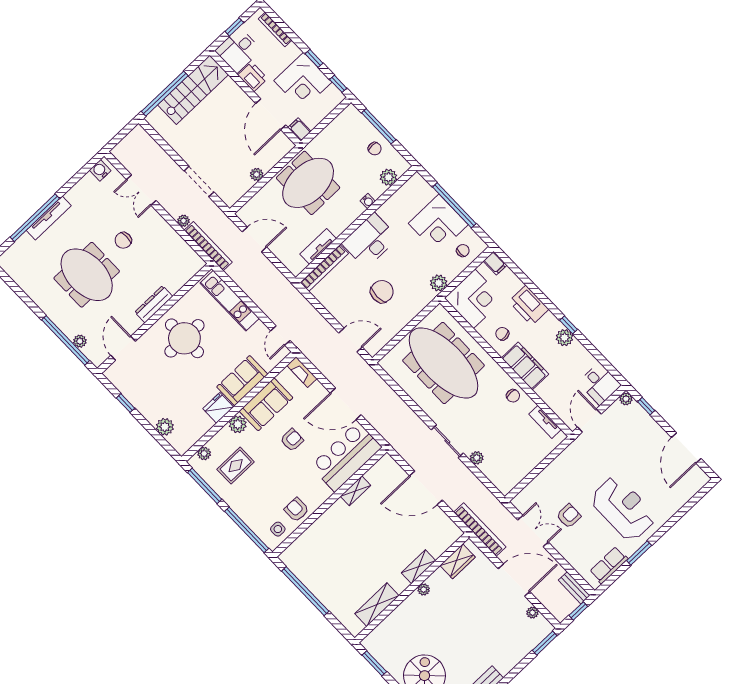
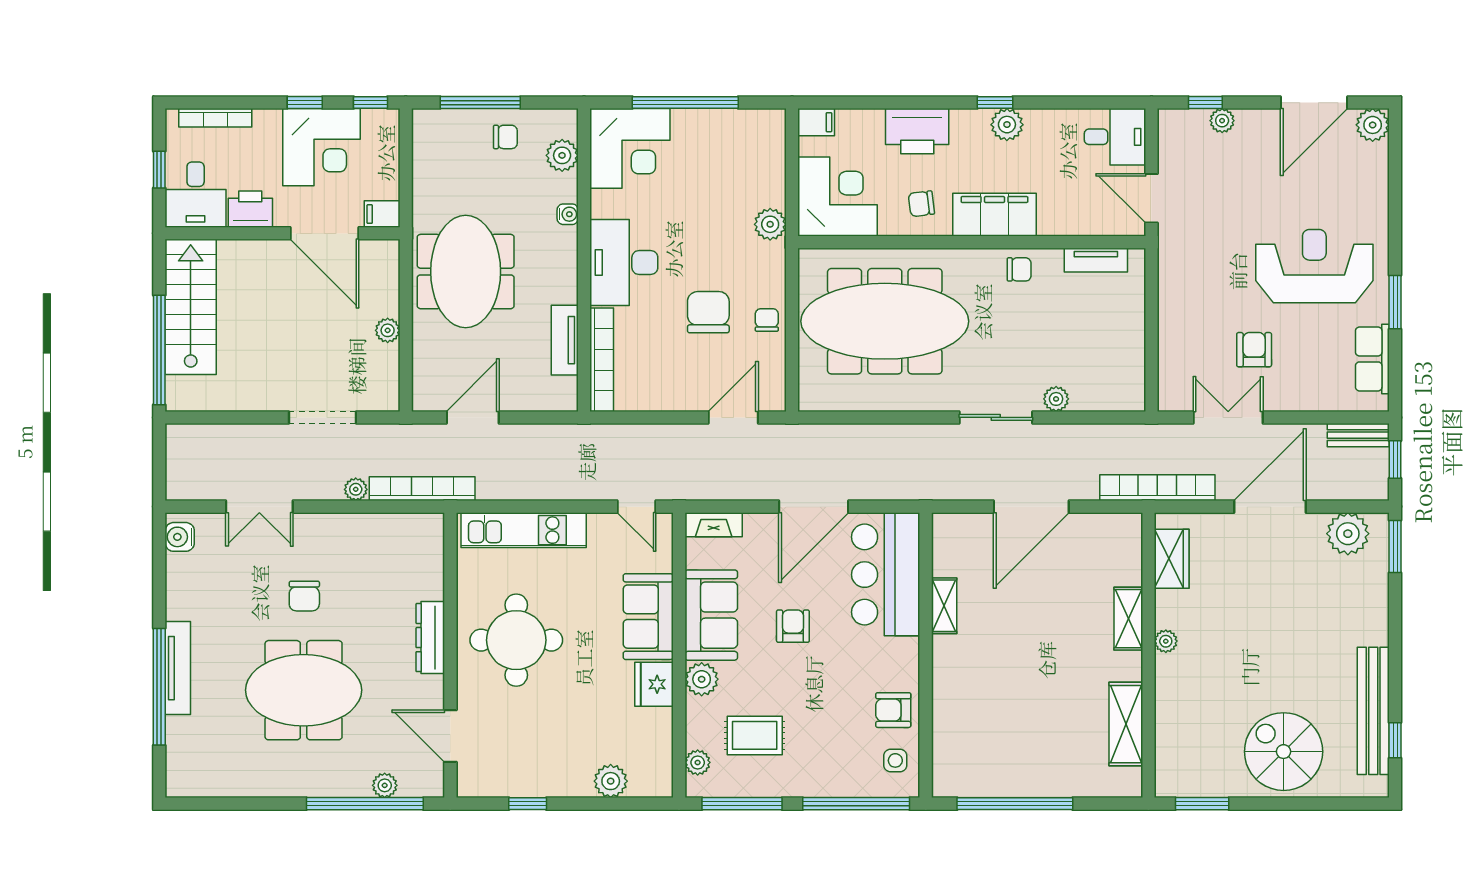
corner desk: (438, 224) -> (630, 148), moved
chair: (463, 251) -> (767, 320), moved
plant: (626, 399) -> (1222, 121), moved
door: (686, 448) -> (1314, 103), hinge flipped
rug: (236, 466) -> (755, 735), turned 90
plant: (699, 479) -> (1373, 125), added
plant: (532, 613) -> (1348, 534), width x1.87, depth x1.87

